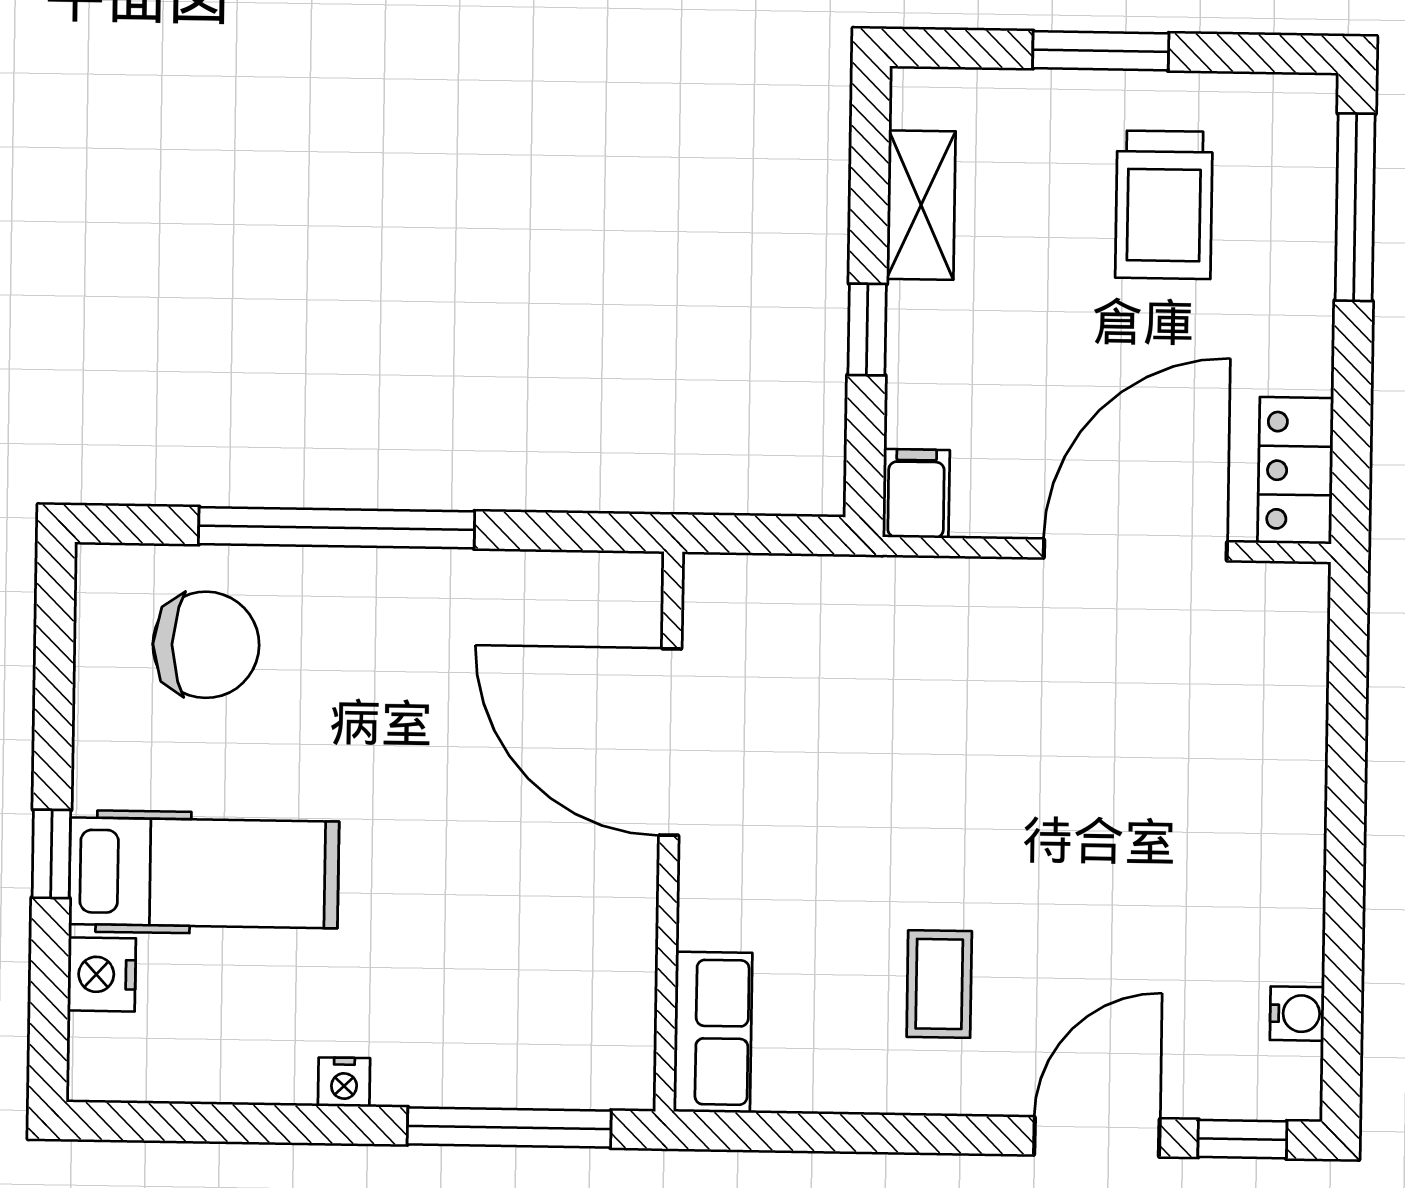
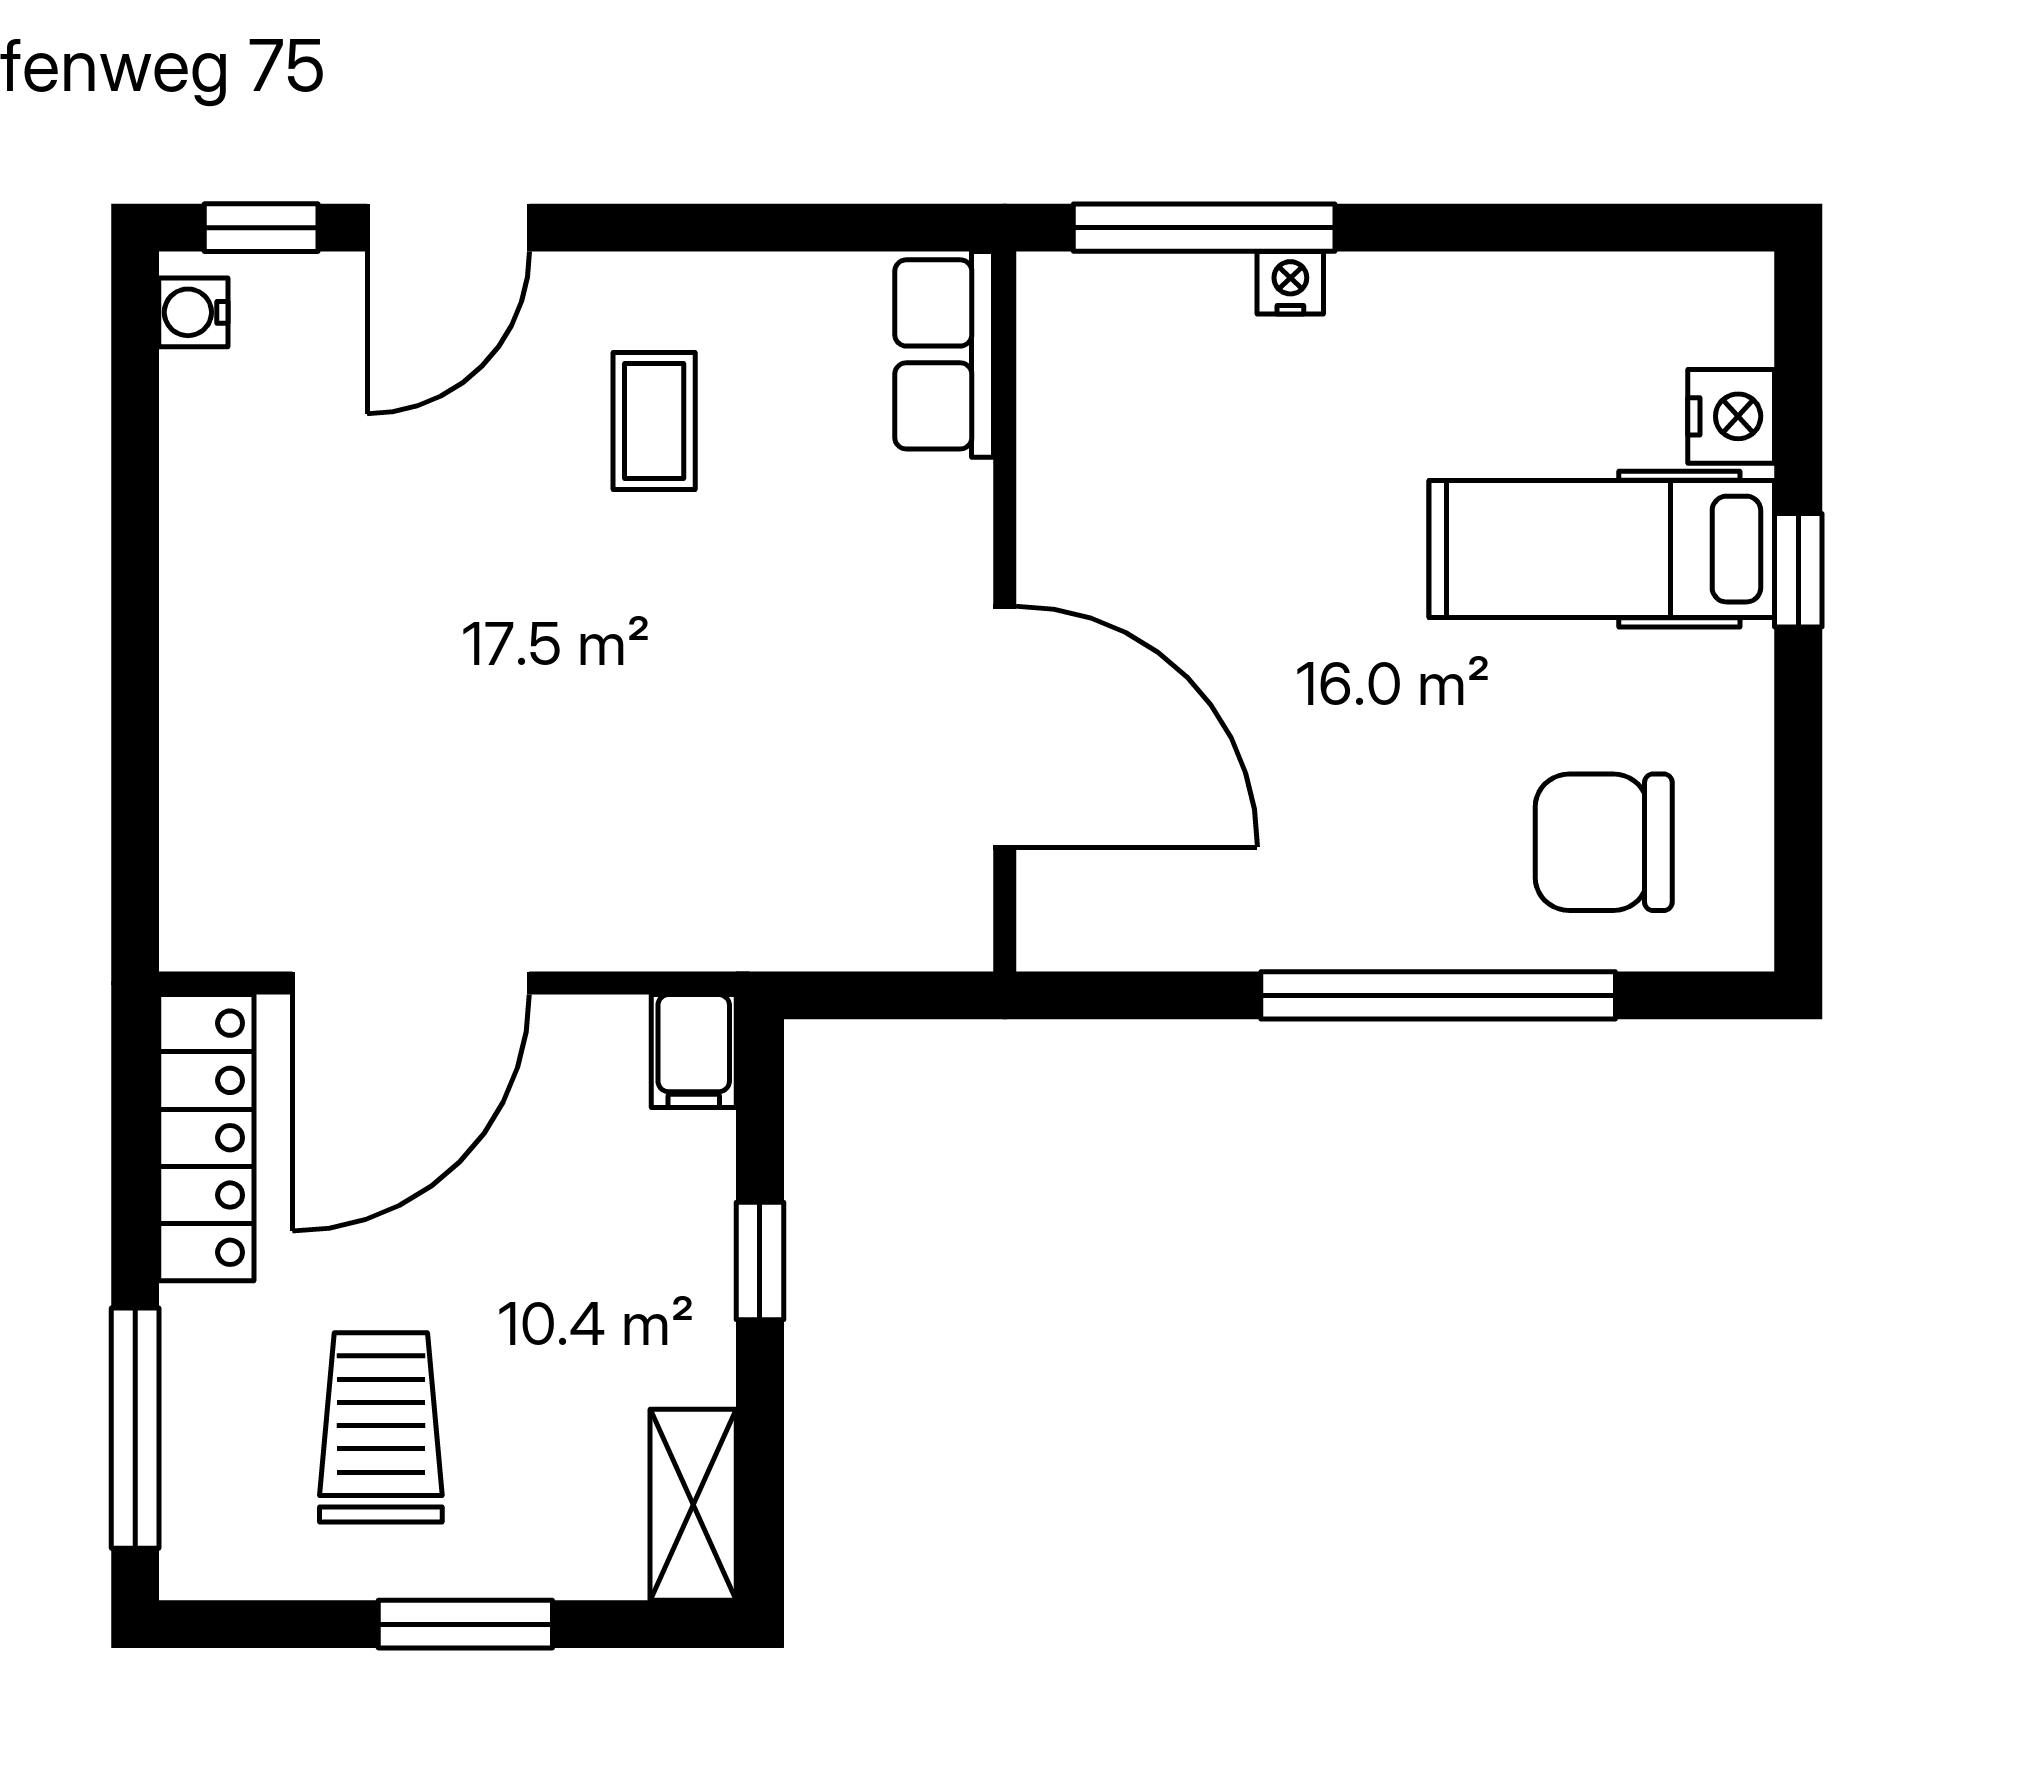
shelving: (921, 205) -> (693, 1505), moved
locker: (1296, 471) -> (206, 1138), width x1.53
water cooler: (1297, 1014) -> (193, 312), moved
nightstand: (344, 1082) -> (1290, 283), moved

